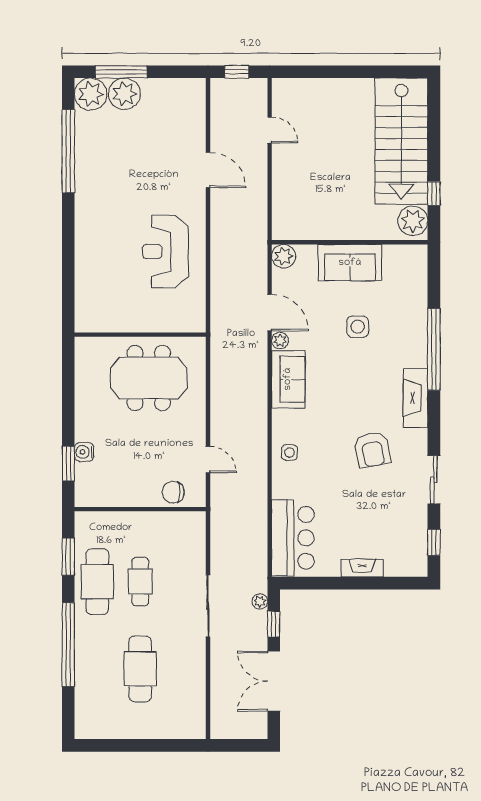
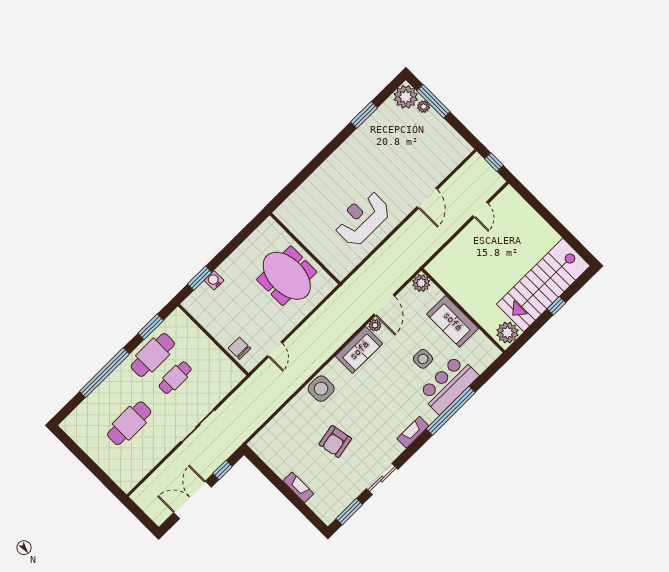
plant: (124, 94) -> (424, 107), width x0.53, depth x0.53
window: (68, 151) -> (364, 115), width x0.47
window: (434, 194) -> (556, 306), moved
fireplace: (416, 398) -> (413, 432), width x0.73, depth x0.76
armchair: (372, 450) -> (335, 442), moved
side table: (289, 452) -> (321, 389), width x1.87, depth x1.87
bar counter: (293, 538) -> (448, 384), moved, turned 180
window: (434, 542) -> (349, 512), width x1.50
plant: (260, 601) -> (227, 451), removed

